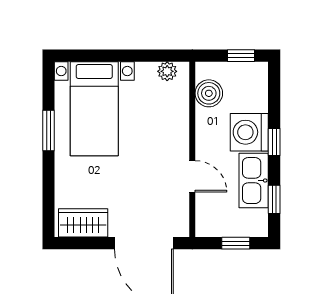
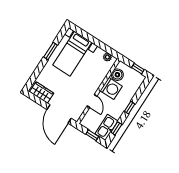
washing machine: (249, 132) -> (111, 88), moved, turned 180
kitchen sink: (254, 181) -> (107, 127), moved

